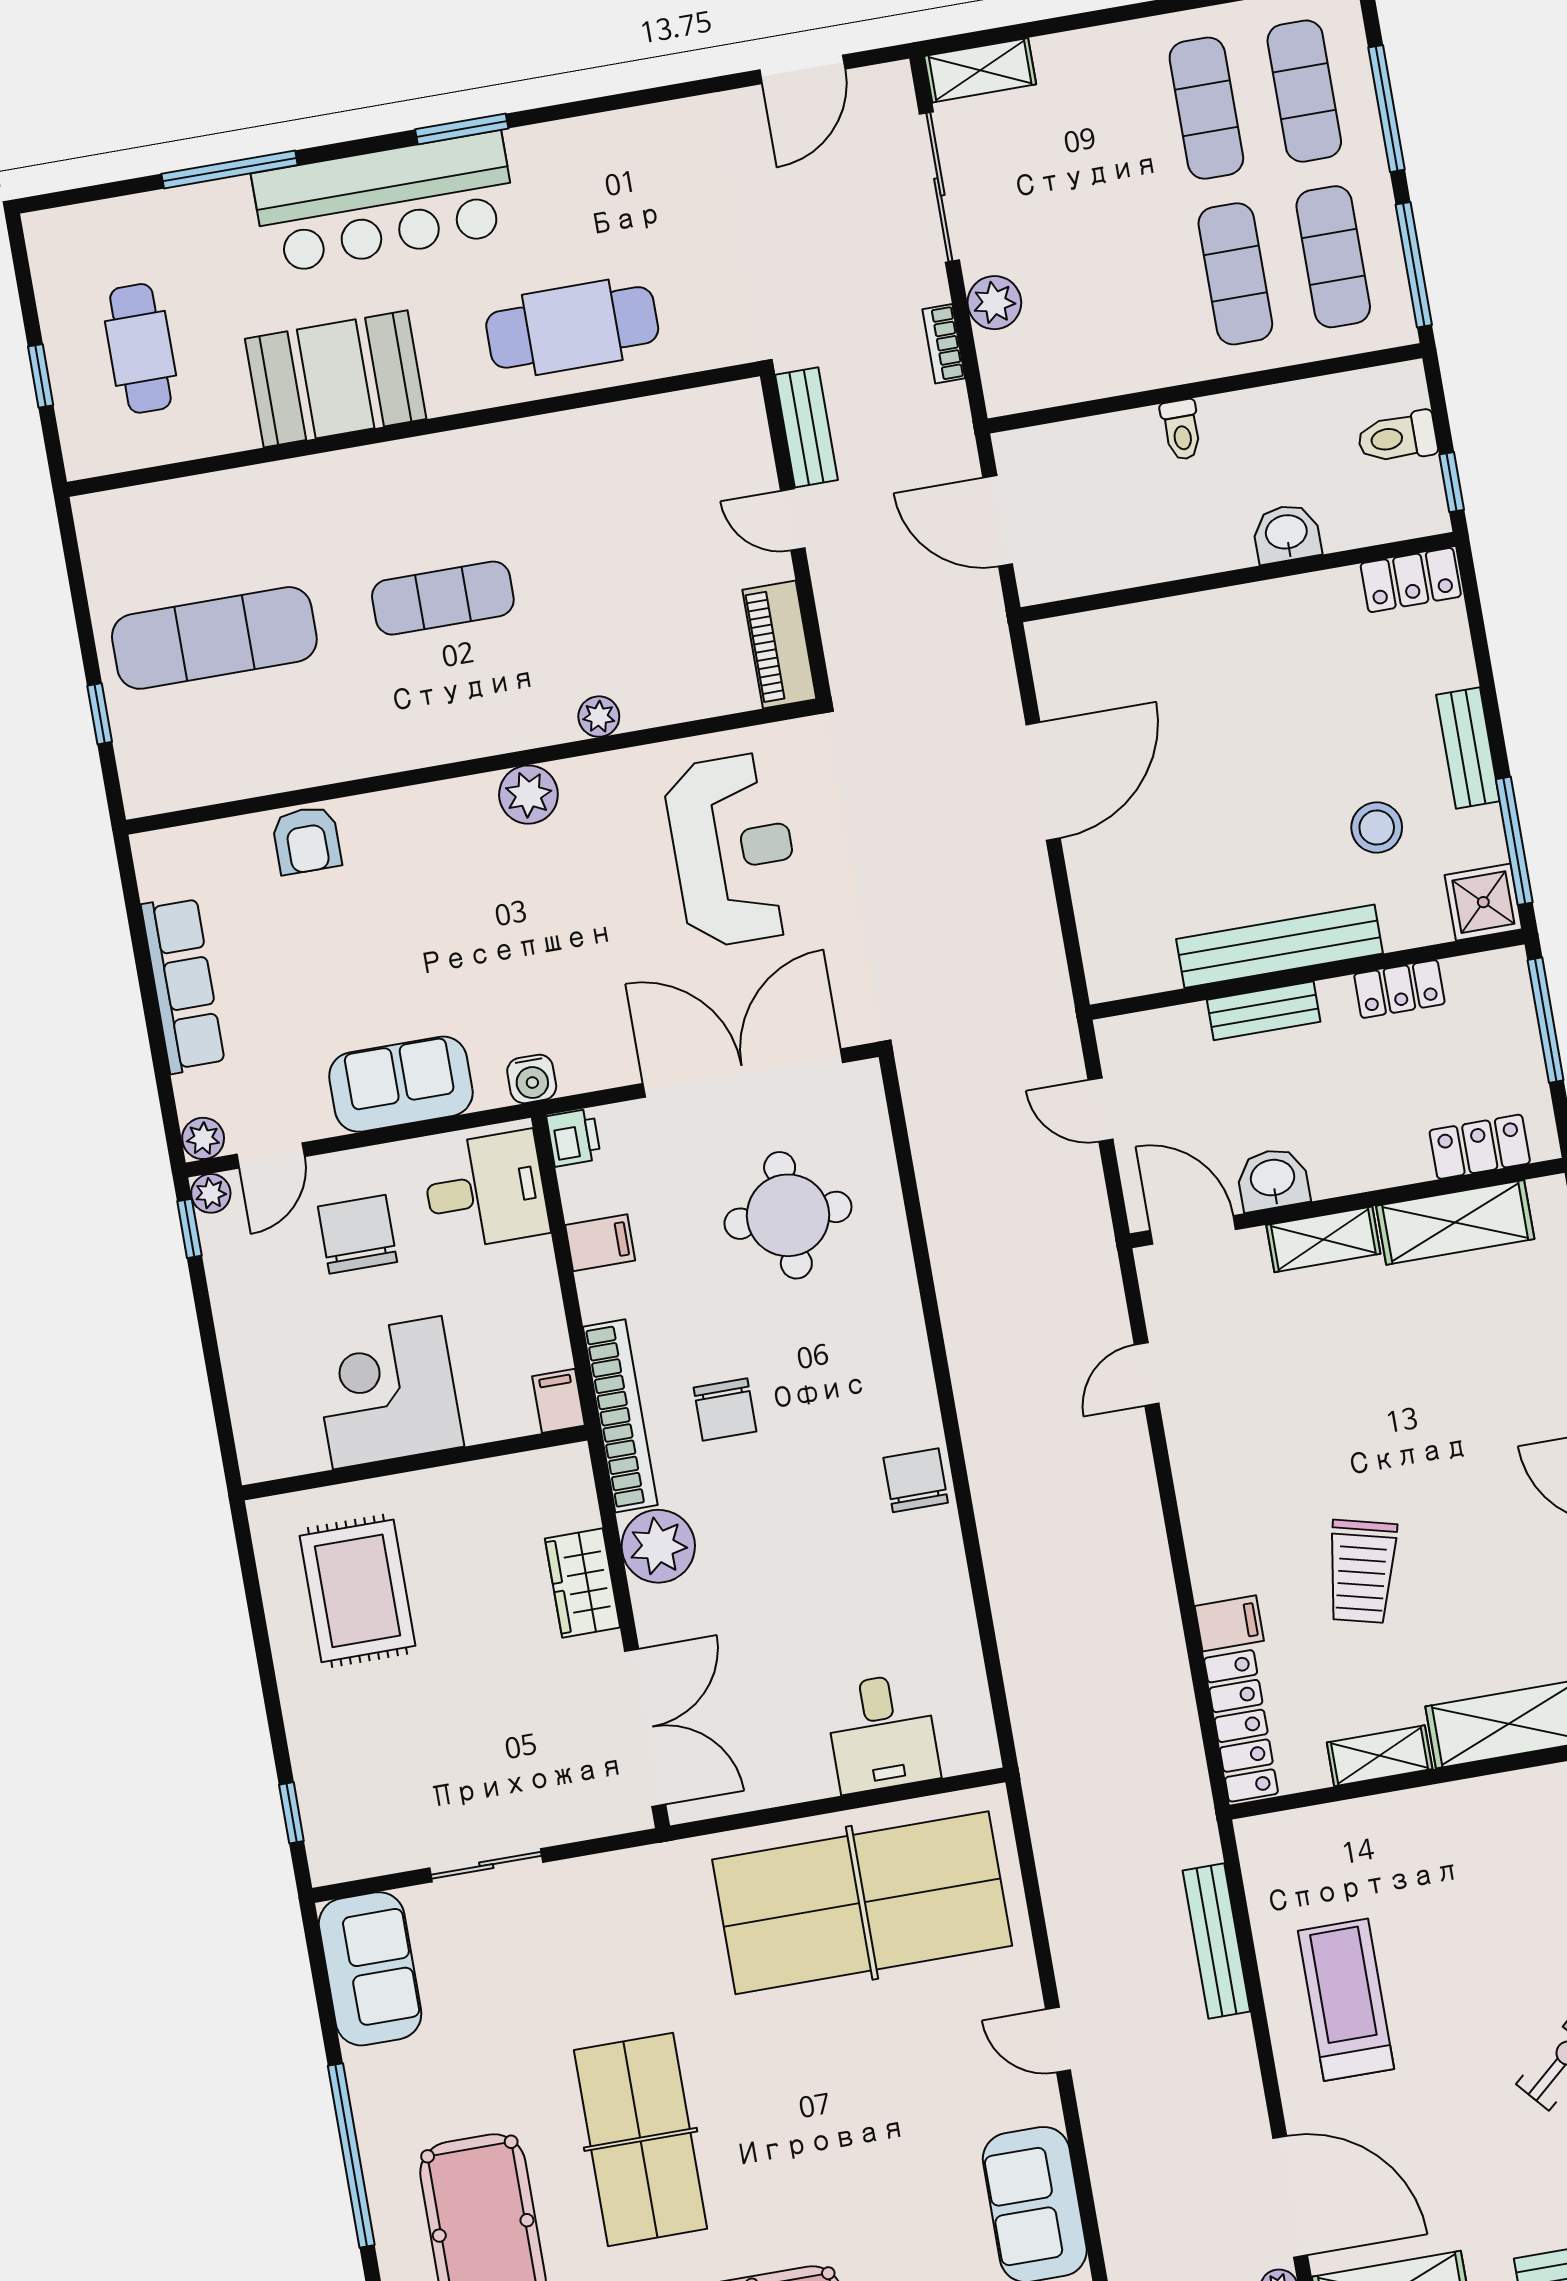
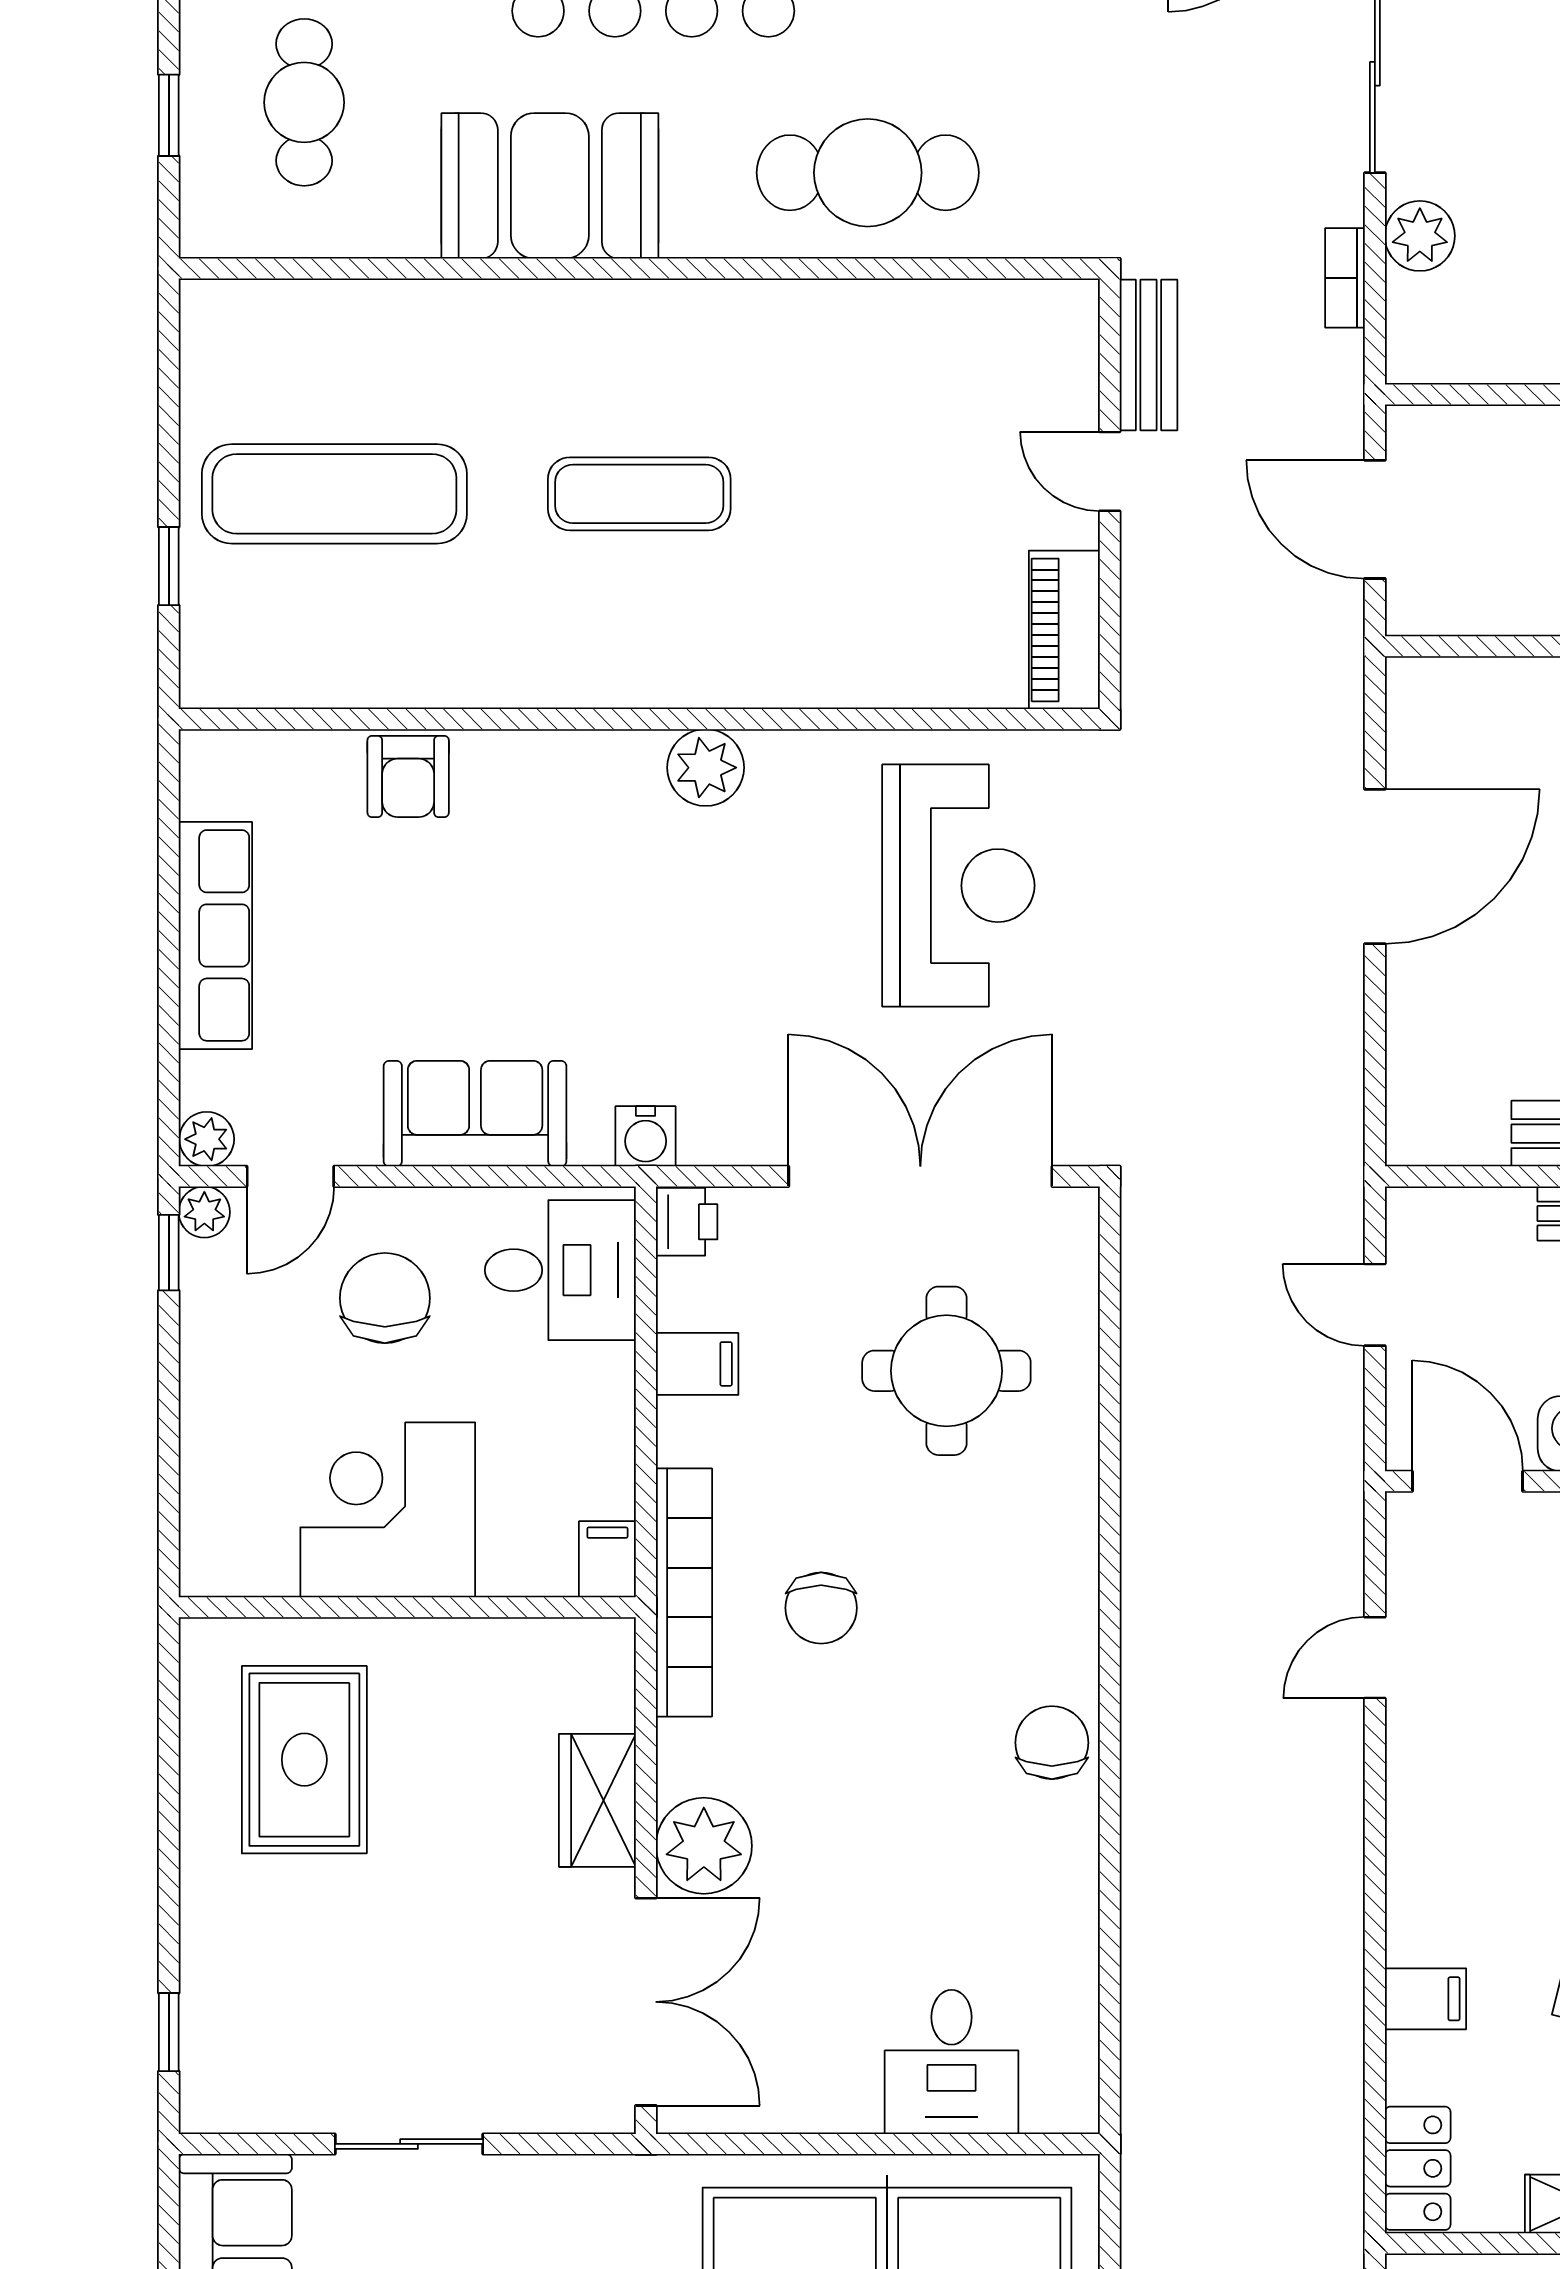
plant: (599, 717) -> (814, 682), removed
plant: (658, 1546) -> (704, 1846), moved
locker: (1241, 1726) -> (1418, 2168), width x0.66

